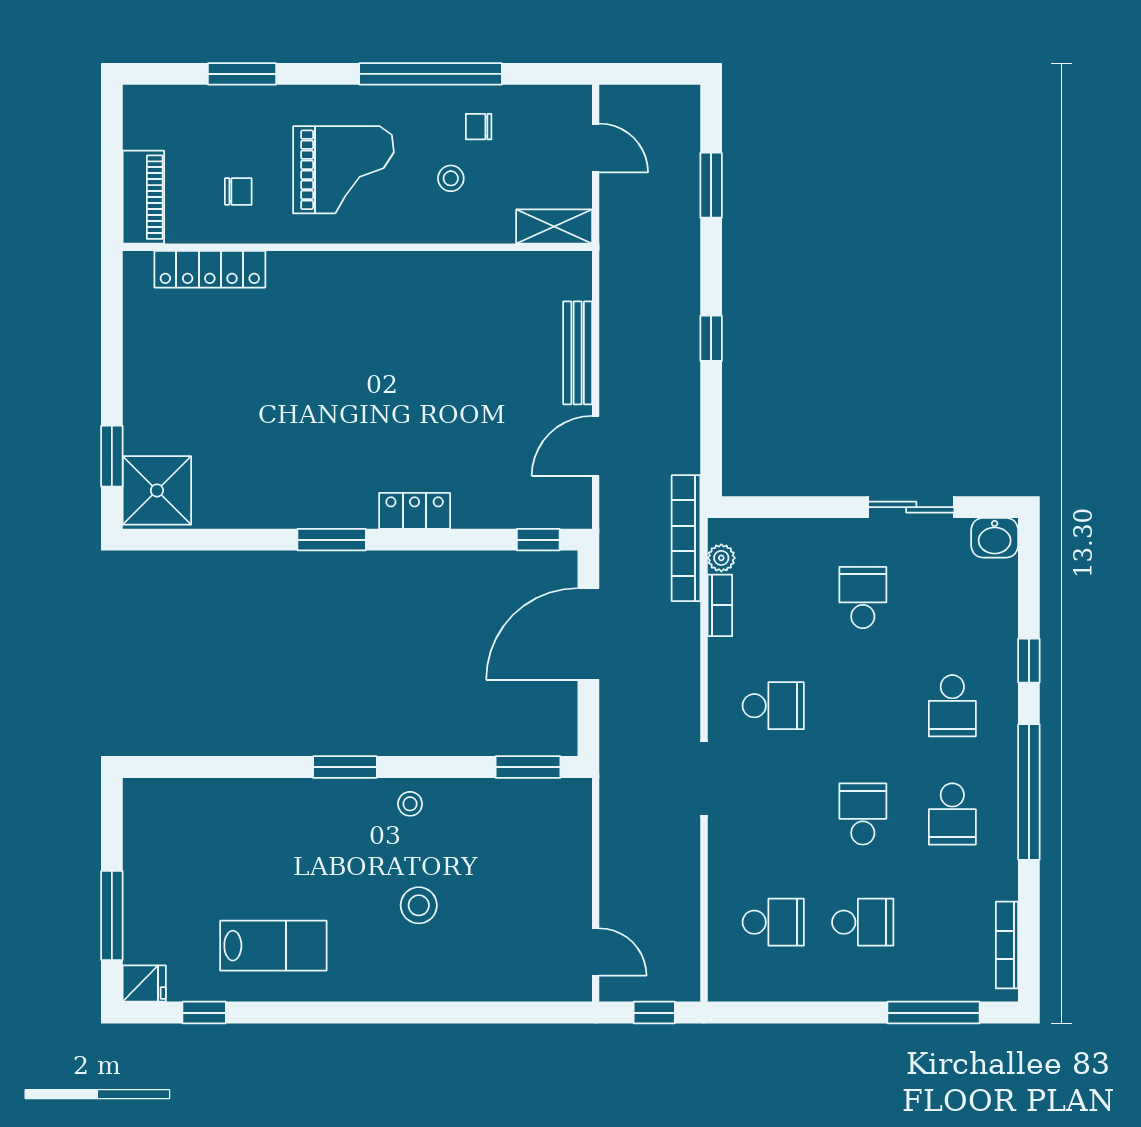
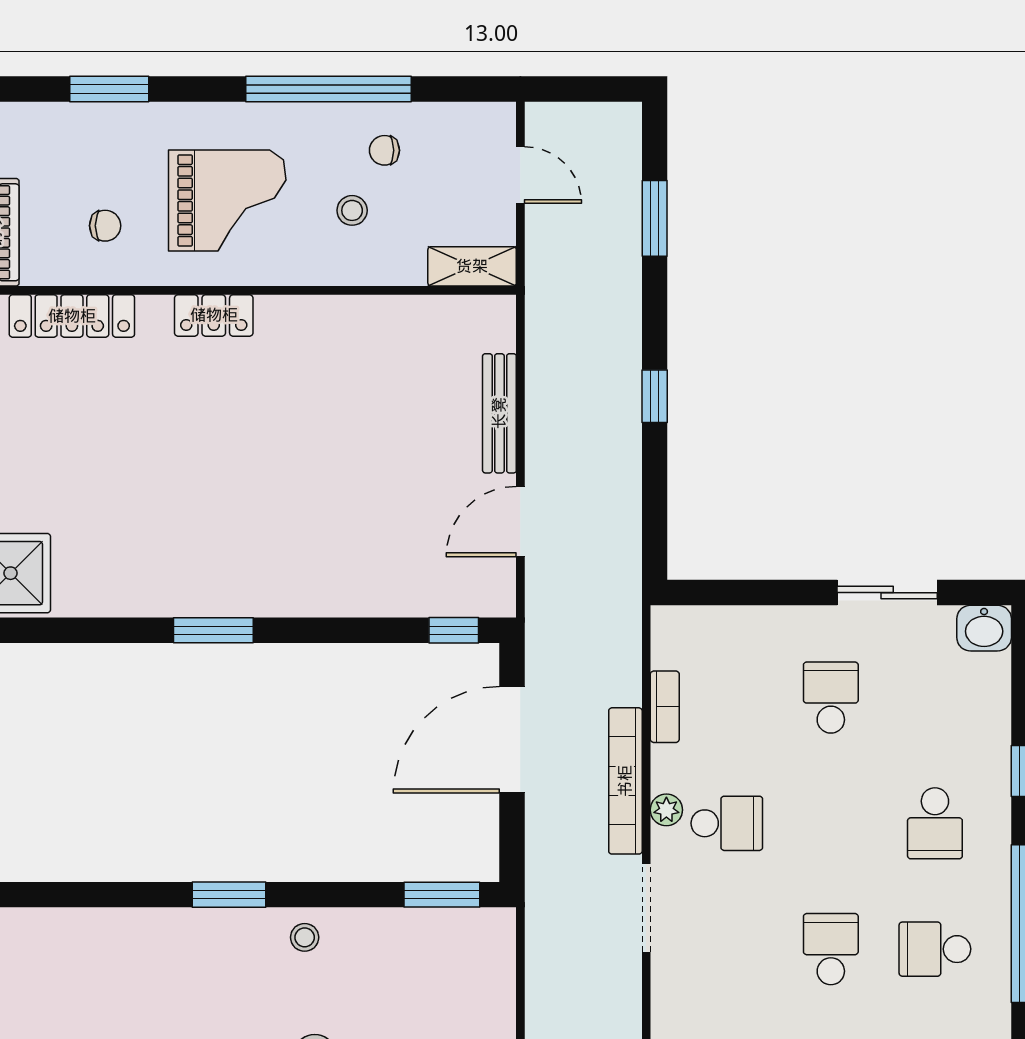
locker: (415, 511) -> (214, 315), moved, turned 180
bookcase: (686, 538) -> (625, 781), moved
plant: (721, 558) -> (666, 810), moved
school desk: (952, 814) -> (935, 949), turned 90

